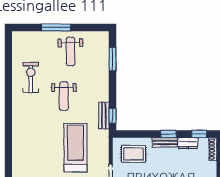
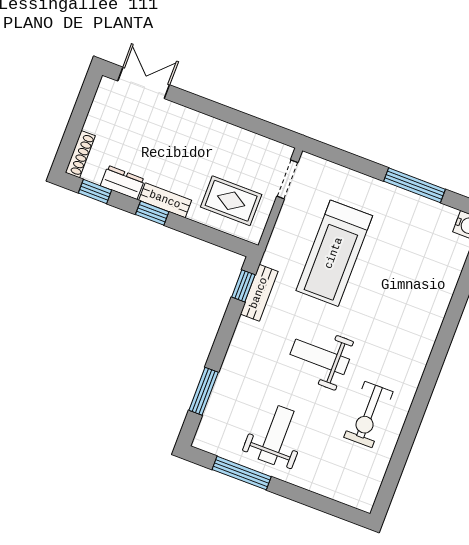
window: (56, 27) -> (242, 473), moved
weight bench: (64, 96) -> (320, 357), turned -90

